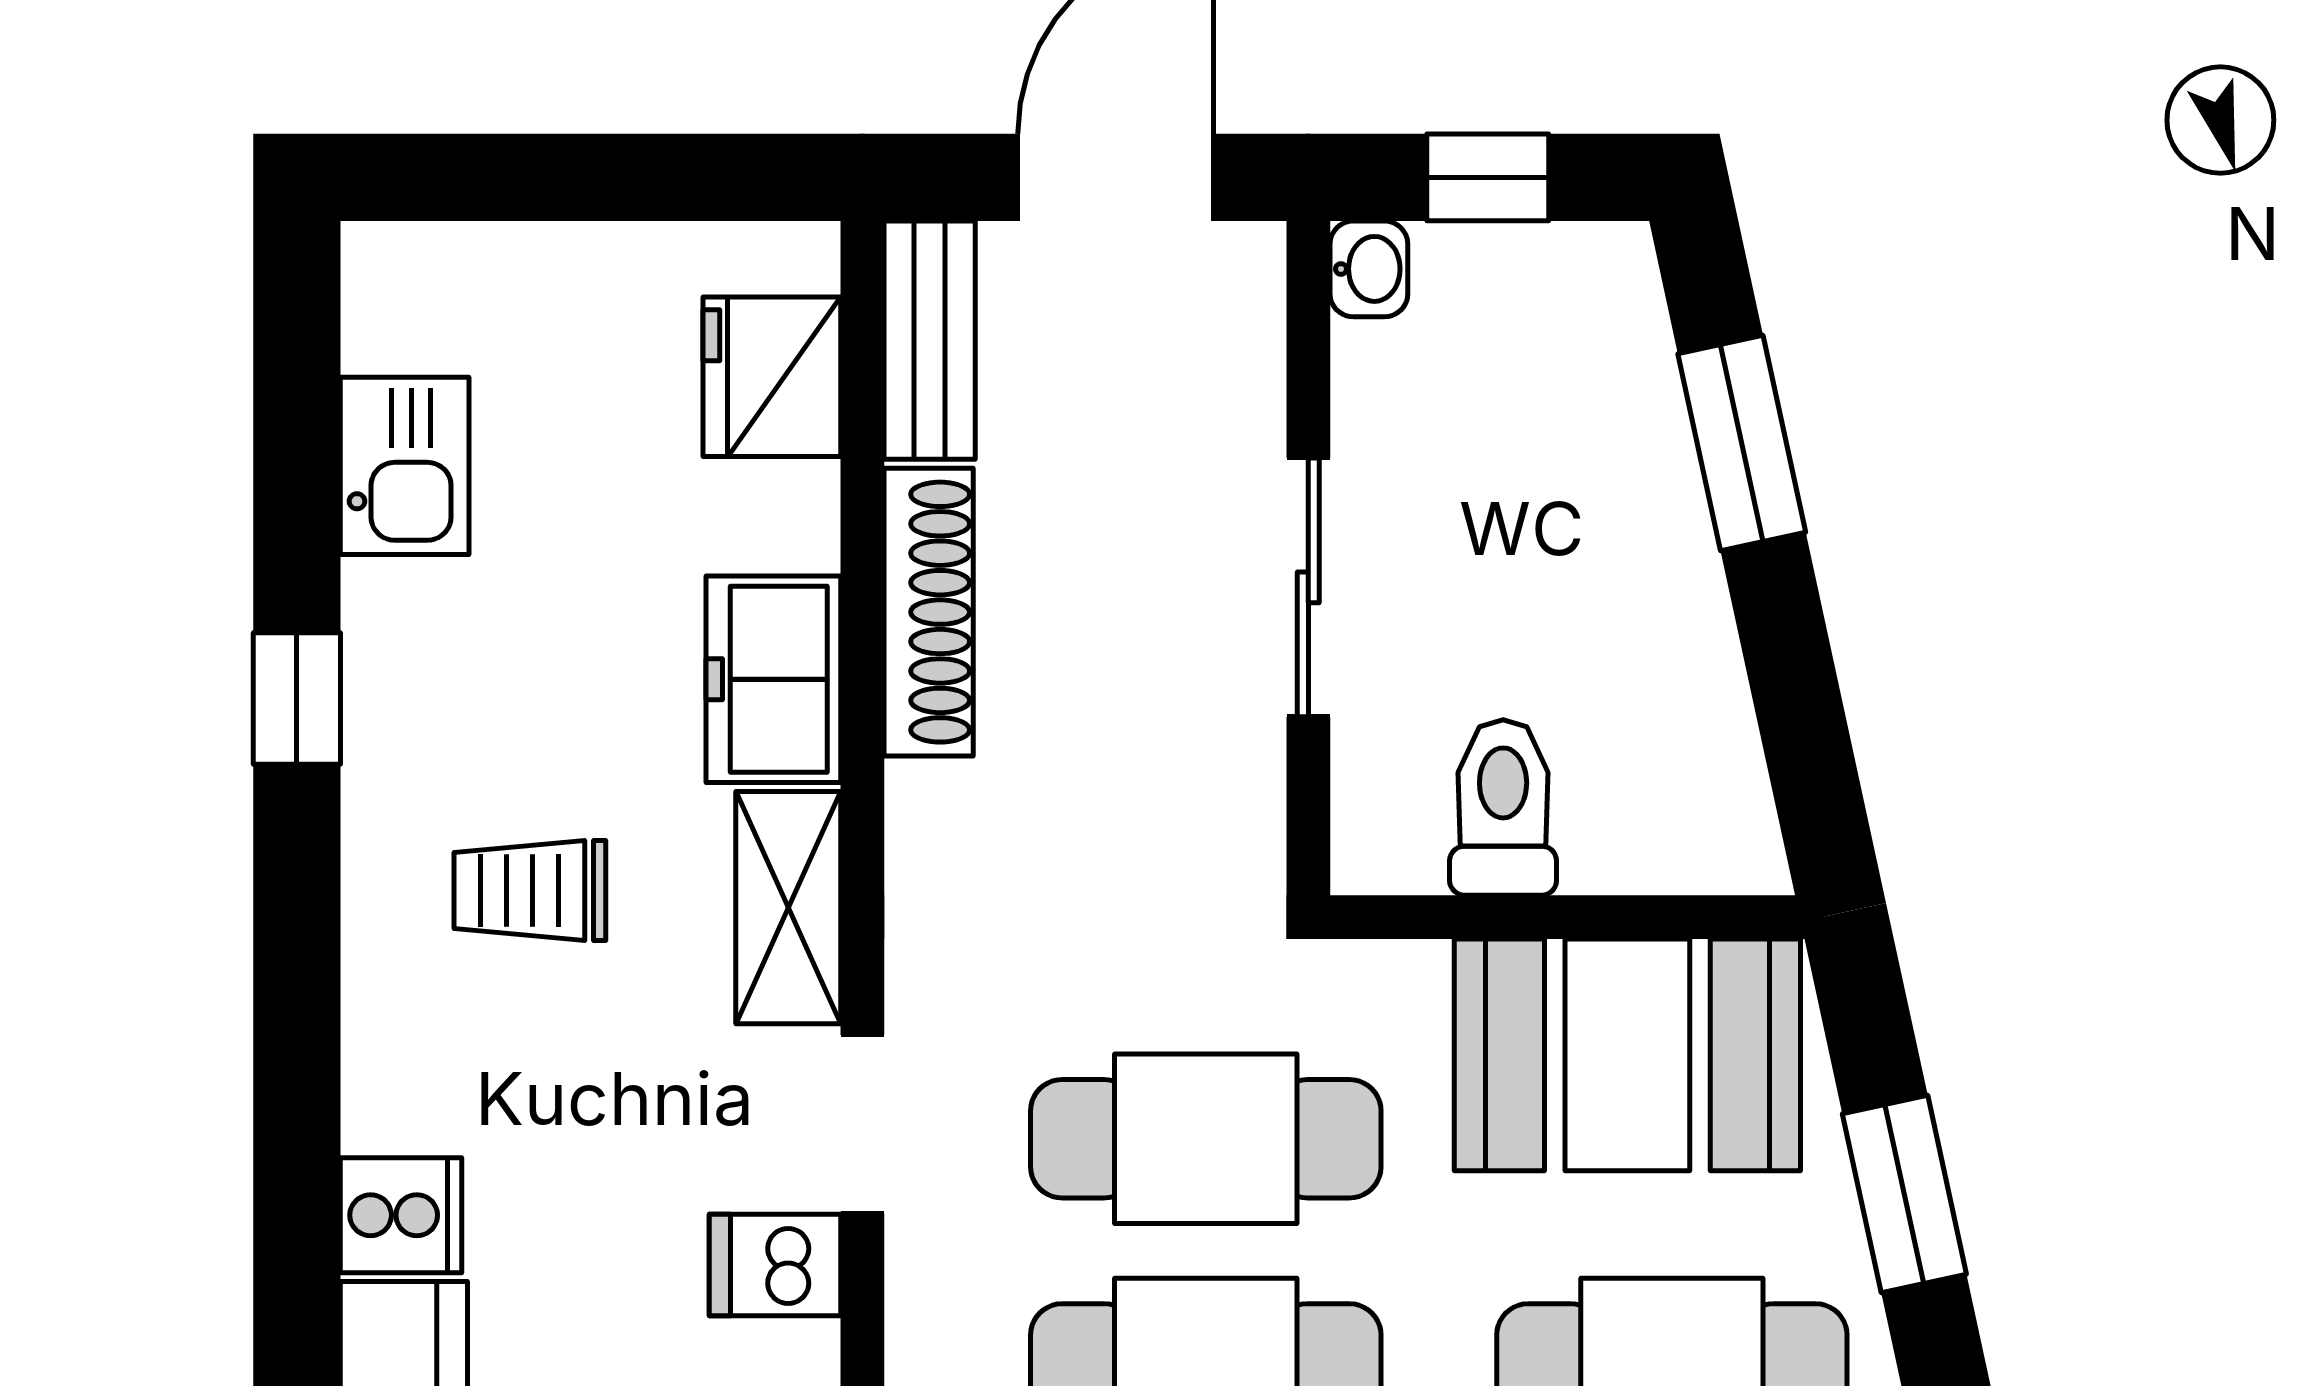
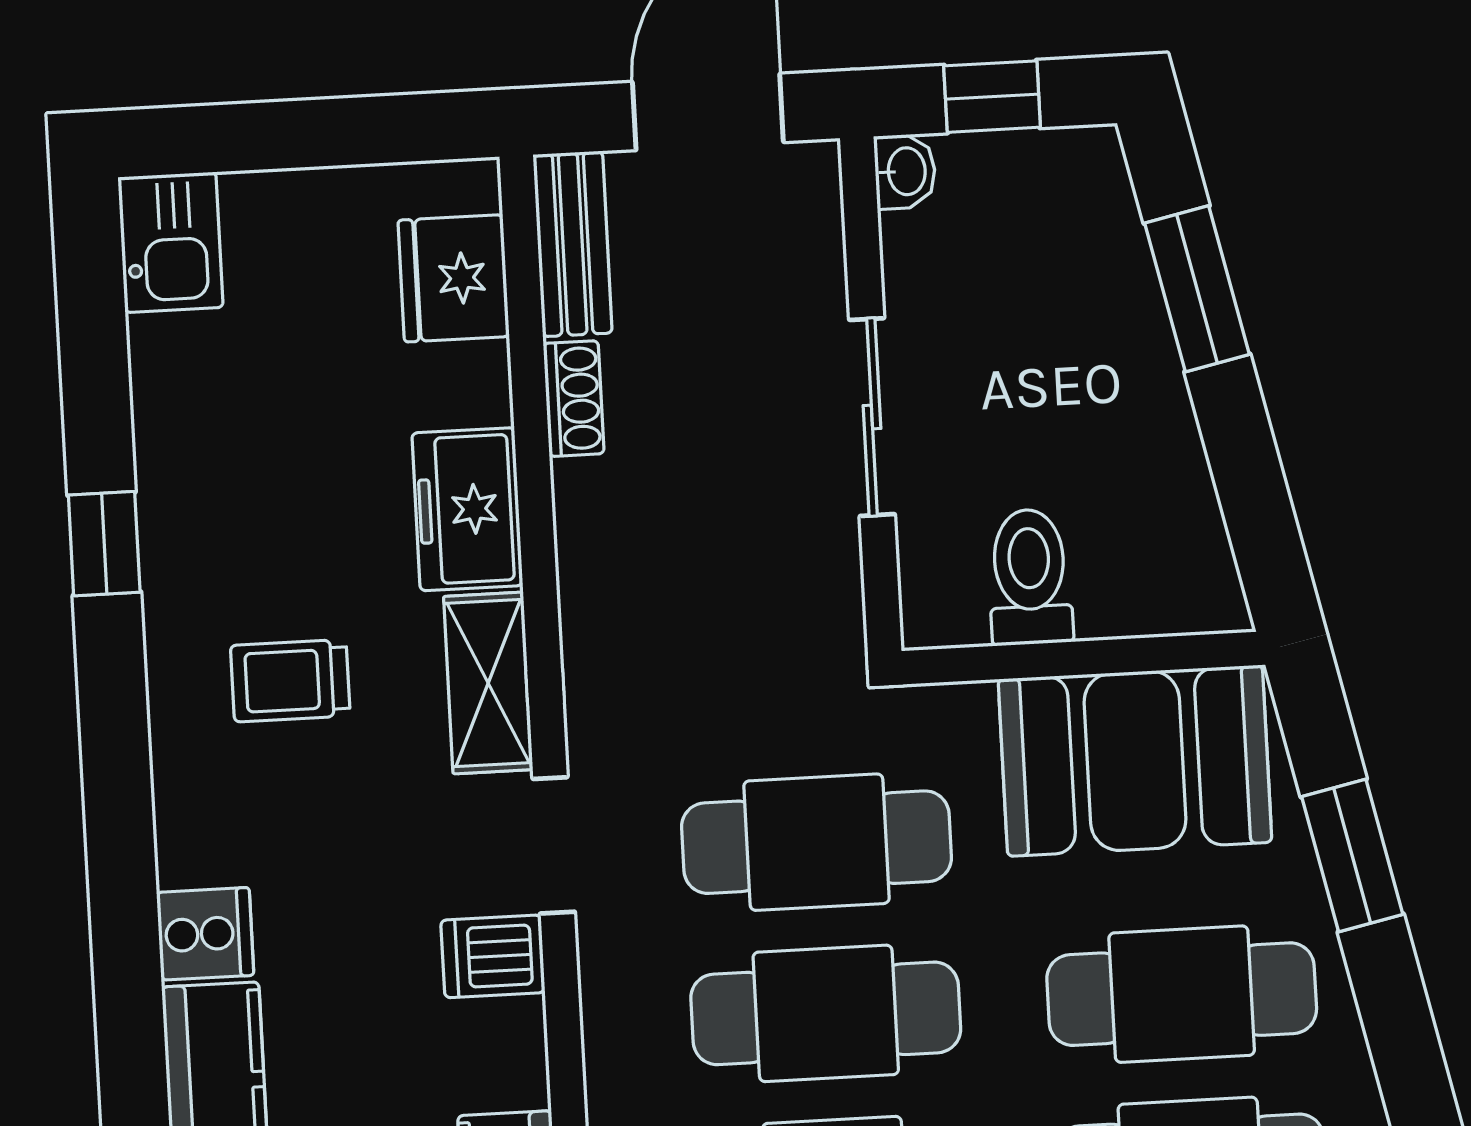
kitchen sink: (405, 466) -> (170, 242), moved
shoe rack: (929, 612) -> (574, 399), width x0.51, depth x0.81

